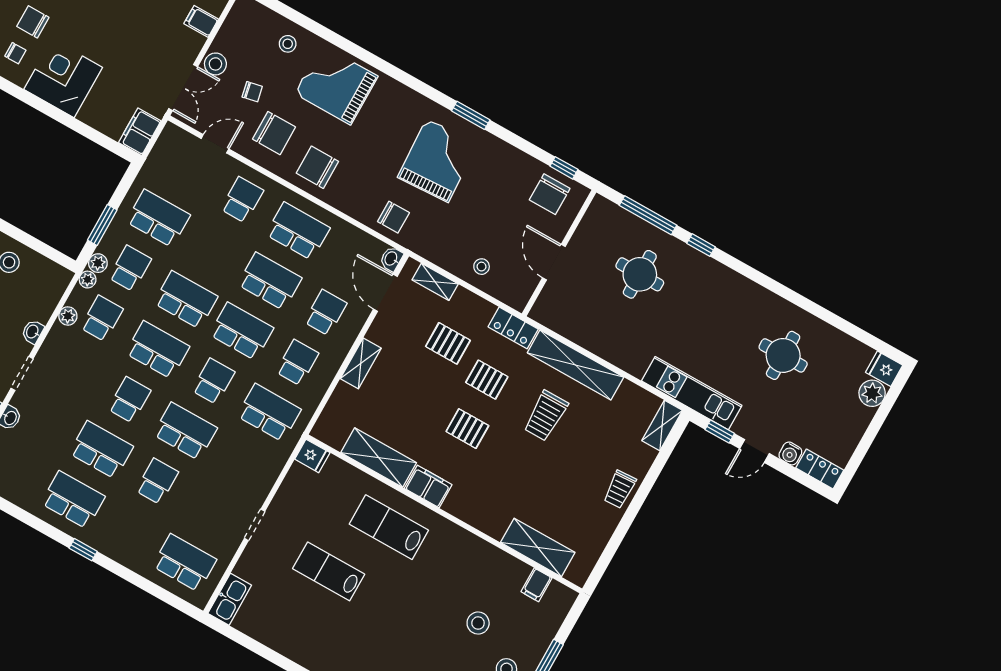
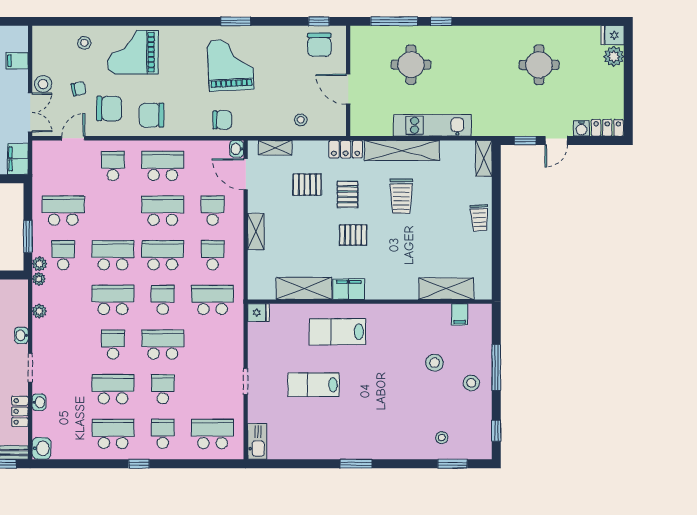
school desk: (102, 318) -> (163, 434), moved
pallet: (487, 380) -> (348, 194), turned 90
kitchen unit: (692, 393) -> (432, 125), moved

